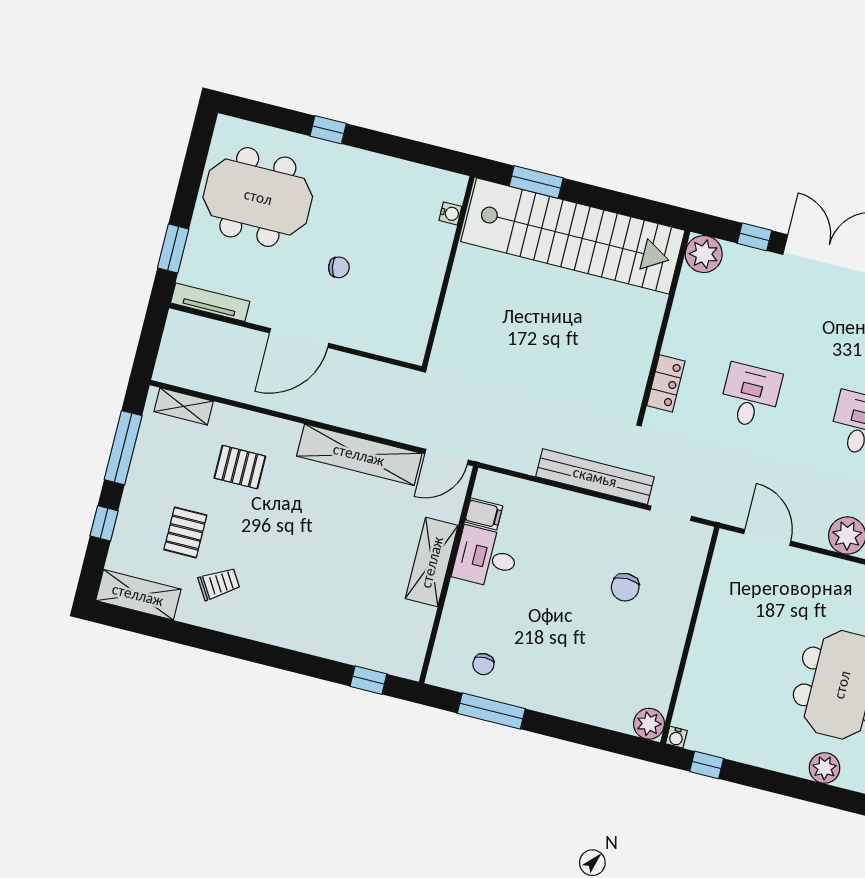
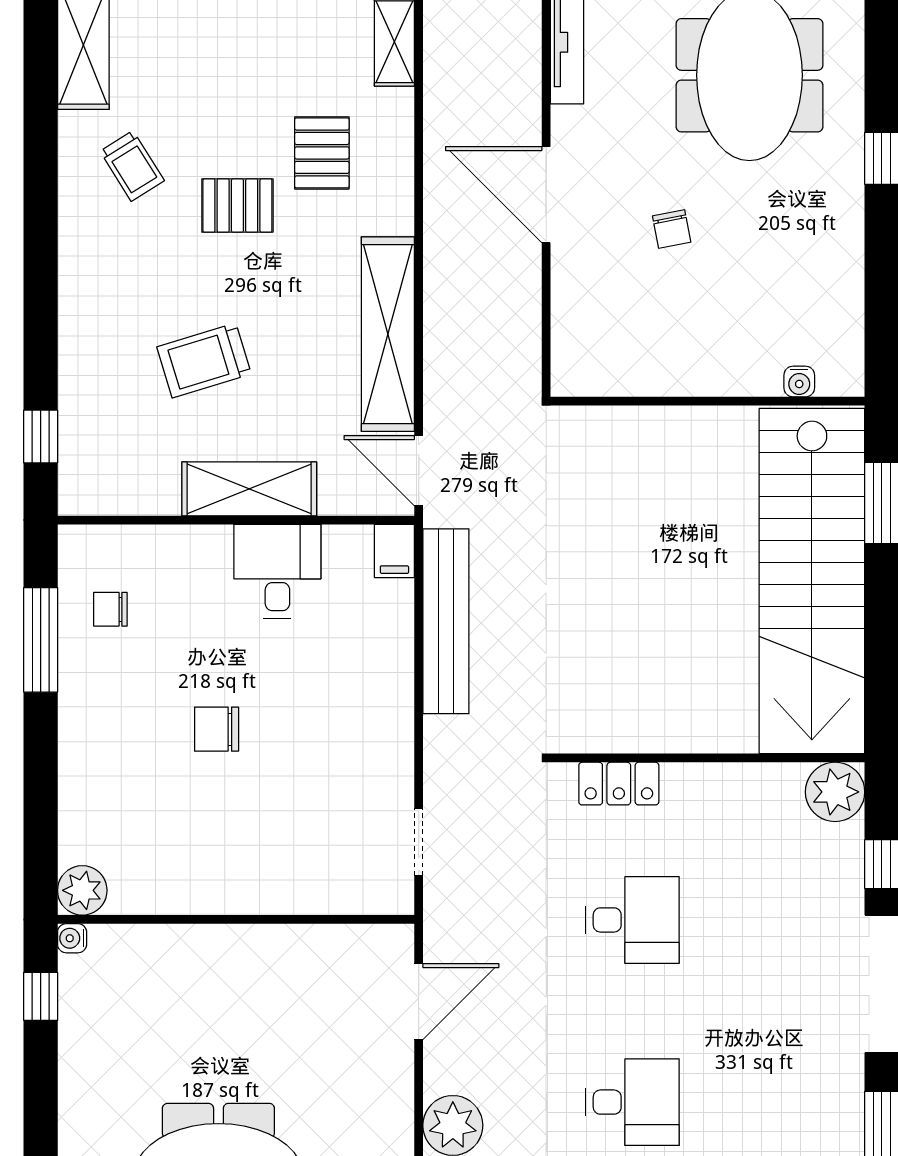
bench: (595, 477) -> (446, 621), moved
filing cabinet: (484, 514) -> (394, 551), moved
pallet: (185, 532) -> (237, 206), moved
trolley: (347, 570) -> (204, 360), added
chair: (625, 587) -> (217, 729), moved

